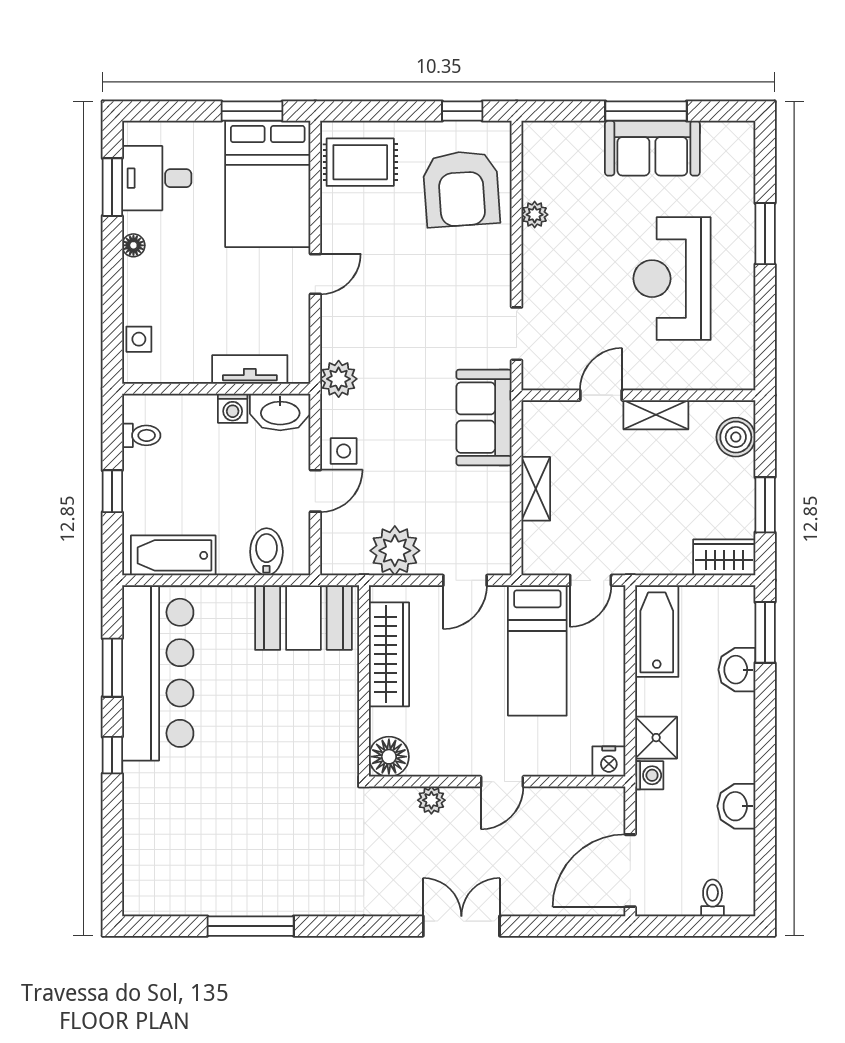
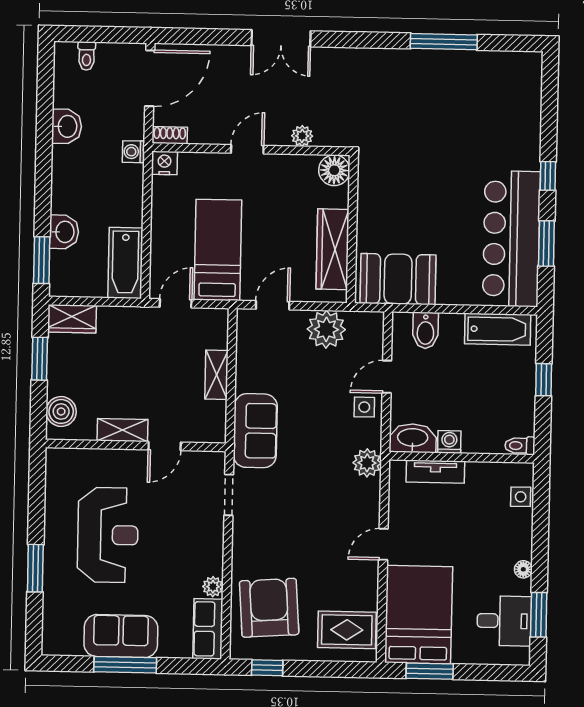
row of seats: (540, 160) -> (208, 629), added
toilet: (141, 435) -> (520, 446), moved
shower: (656, 738) -> (128, 181), removed
shoe rack: (603, 797) -> (170, 135), added

